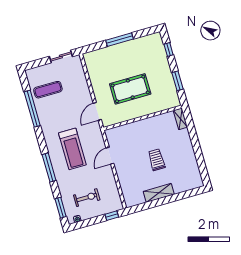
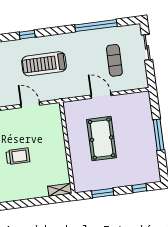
sliding door: (61, 57) -> (147, 47), moved
exercise mat: (48, 90) -> (114, 60), moved
door: (97, 111) -> (101, 95), moved
window: (49, 168) -> (27, 35), width x0.46

